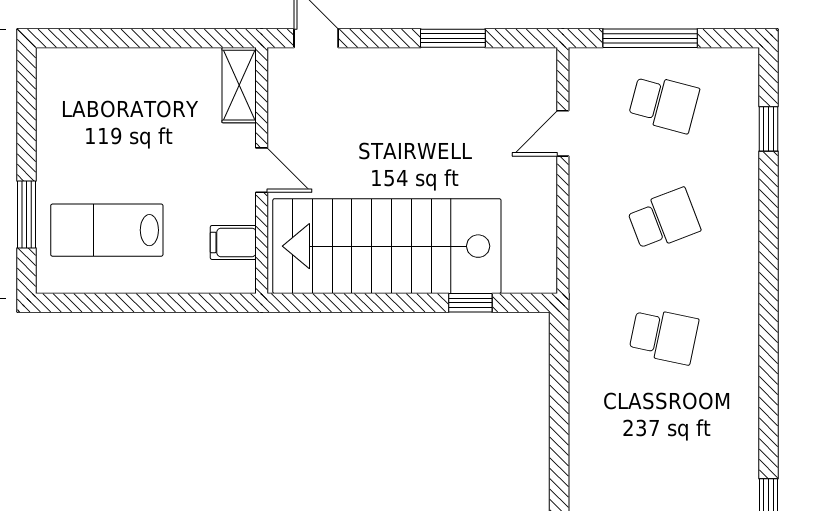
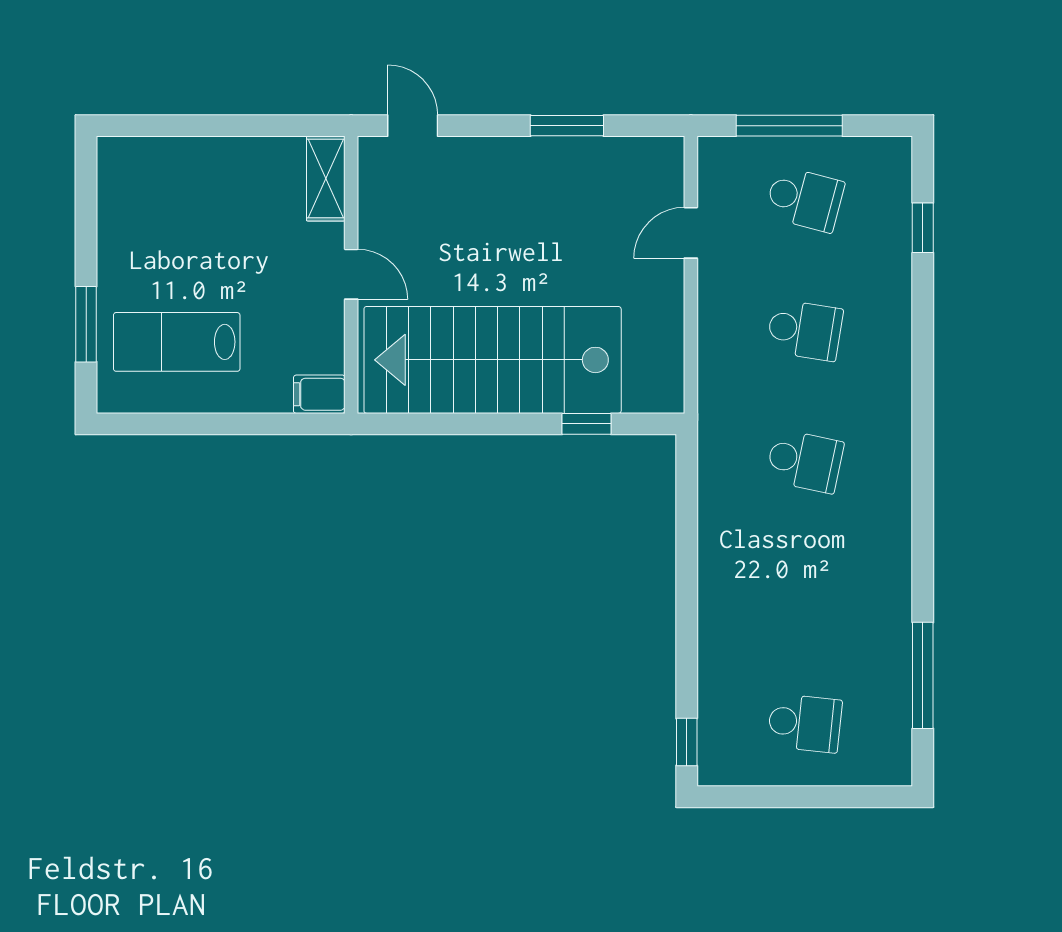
school desk: (664, 220) -> (805, 330), turned 30
filing cabinet: (233, 242) -> (319, 394), moved

